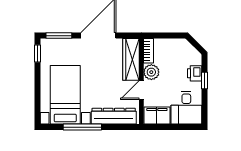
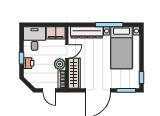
door: (166, 36) -> (49, 90), added

